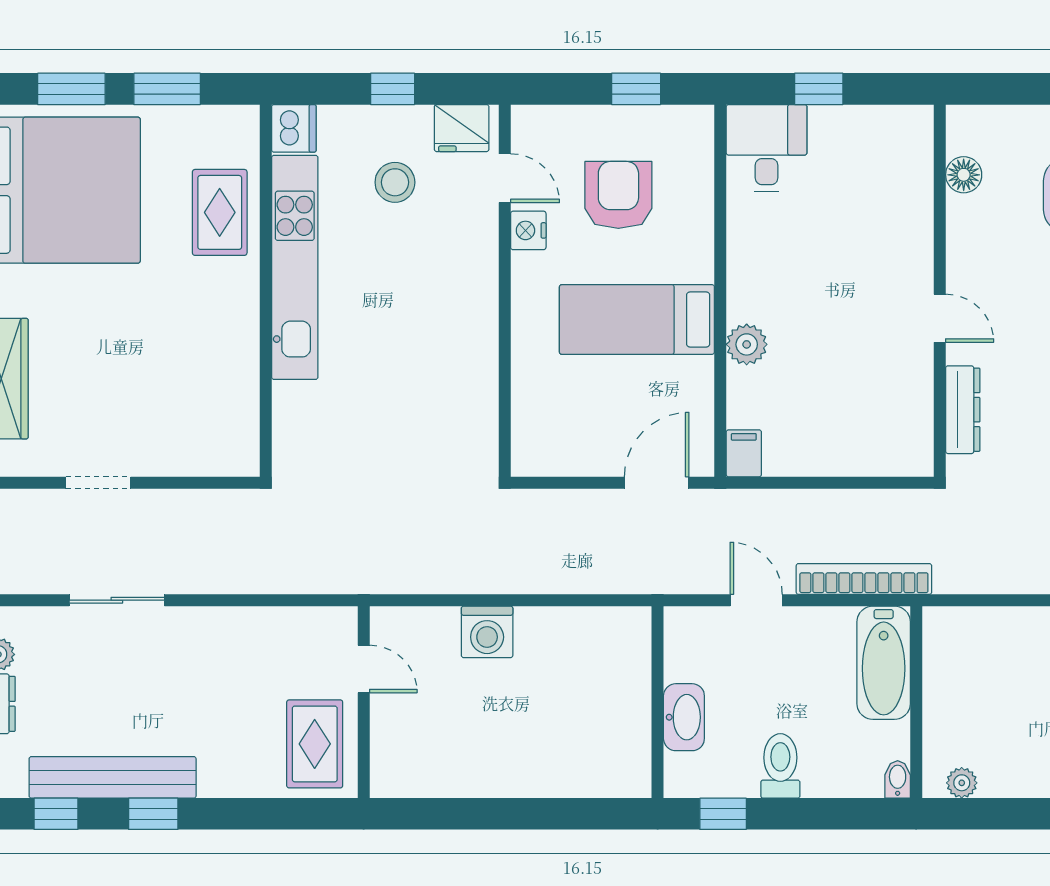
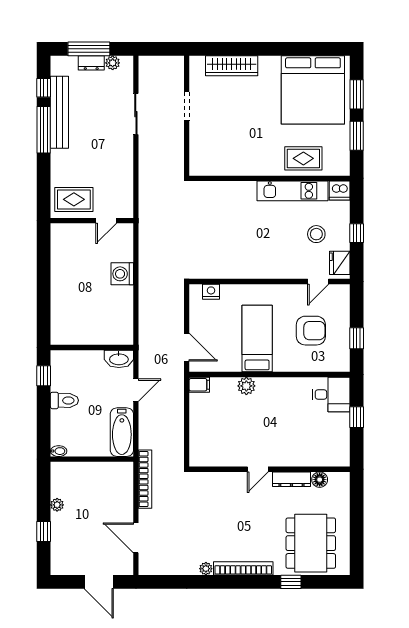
nightstand: (528, 230) -> (211, 292), moved
kitchen unit: (295, 267) -> (293, 191), width x0.73
dresser: (963, 410) -> (291, 479), moved
bookcase: (864, 579) -> (145, 479), moved
bathtub: (884, 663) -> (122, 432), moved, turned -90
washbasin: (684, 717) -> (119, 359), moved
plant: (962, 783) -> (57, 505), moved
window: (153, 814) -> (44, 130), width x2.17

